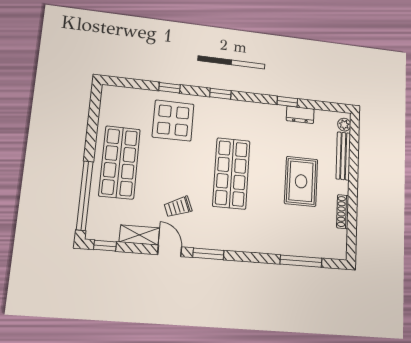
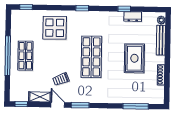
window: (169, 88) -> (26, 7), moved
shop shelf: (120, 162) -> (25, 56), width x0.70, depth x0.74
window: (85, 195) -> (8, 56), moved

